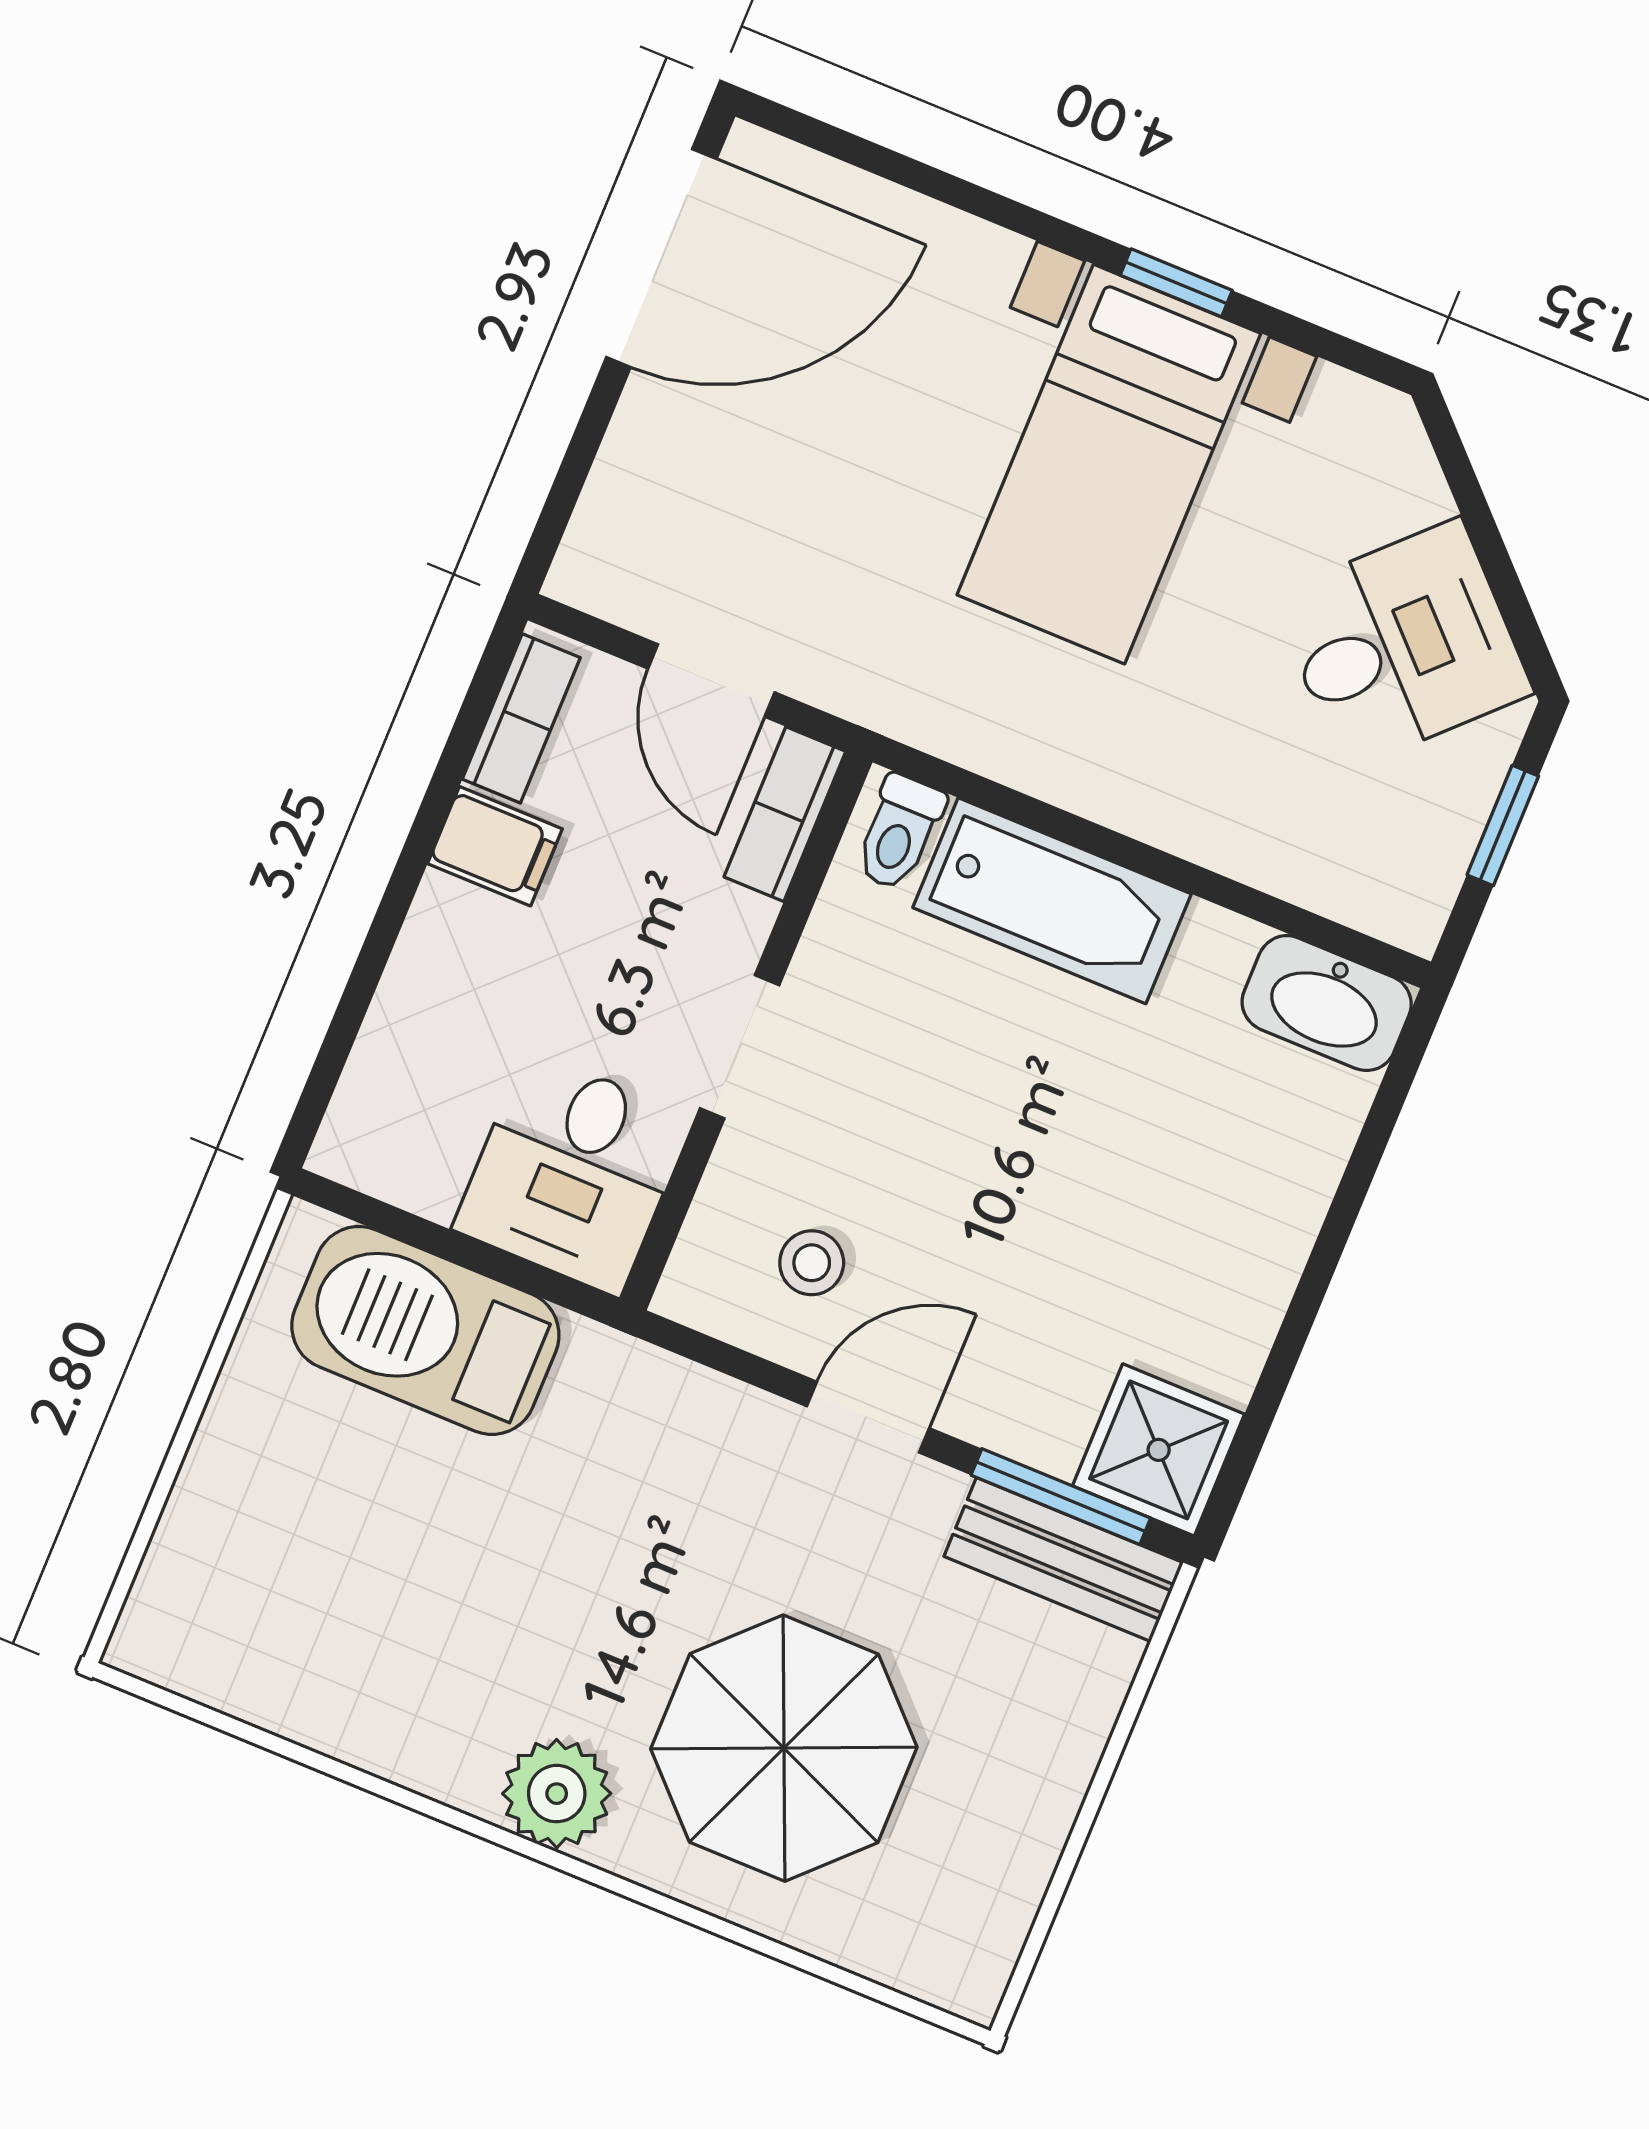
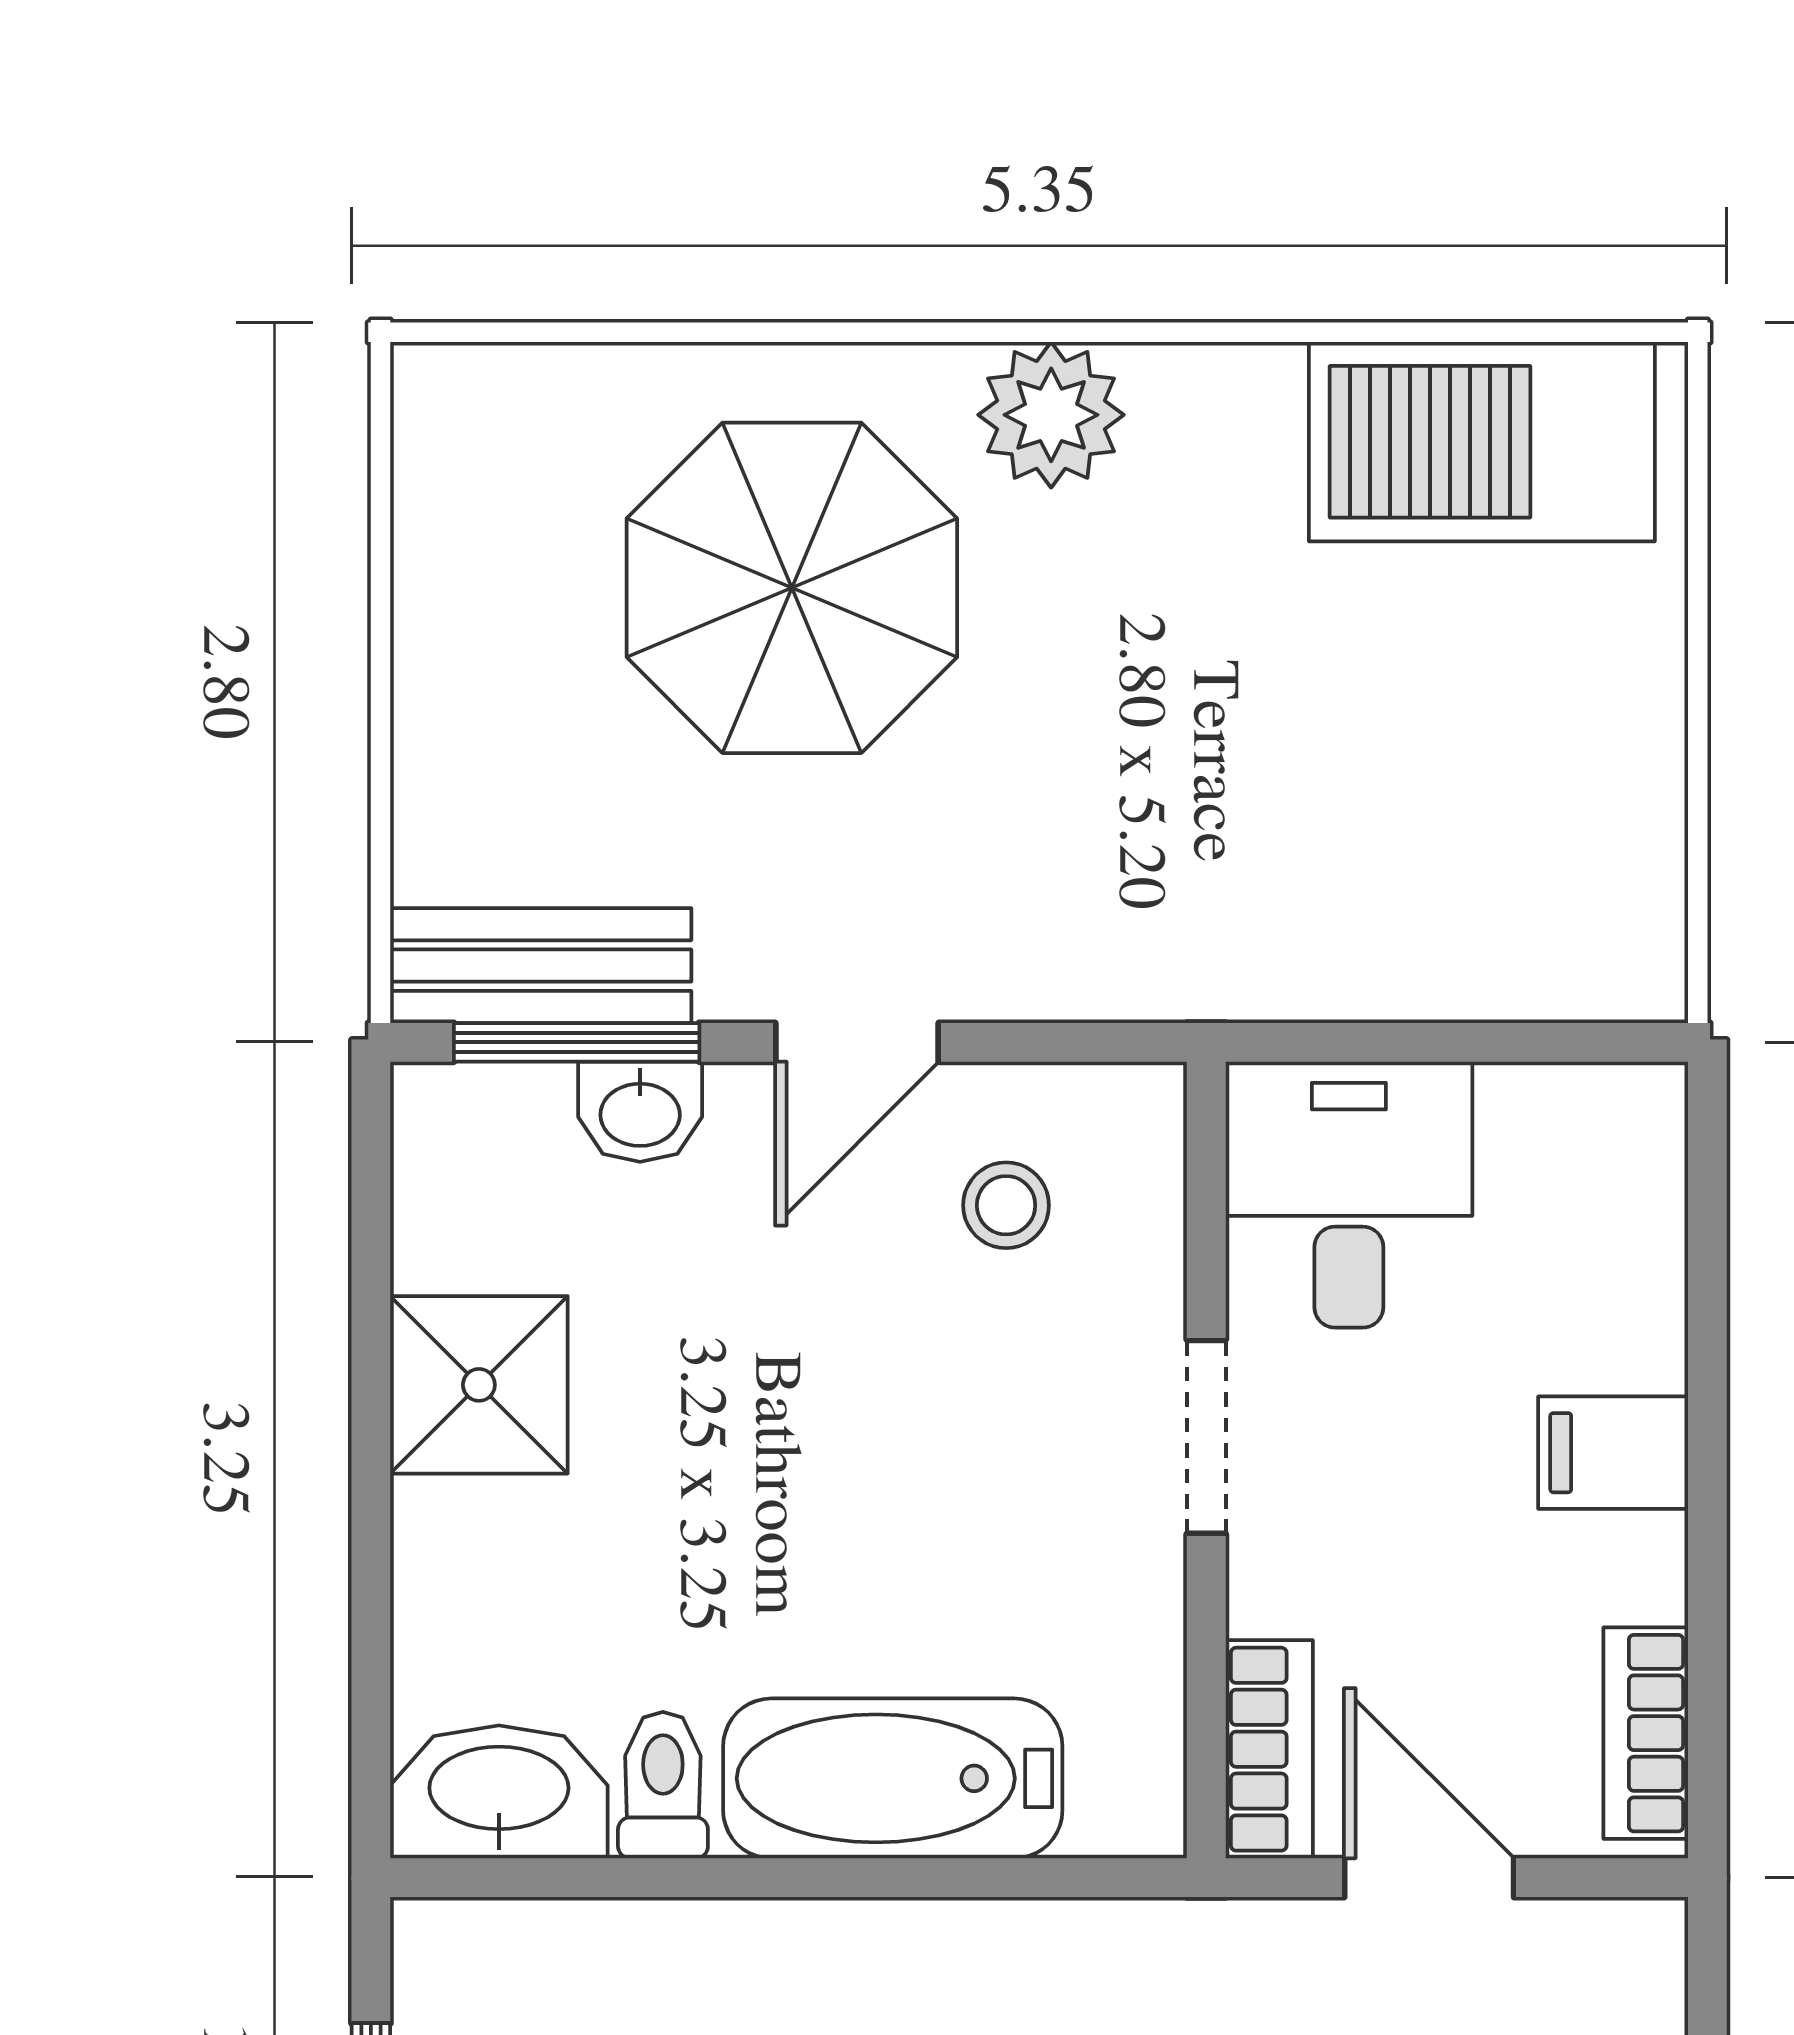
toilet: (899, 832) -> (663, 1785), moved
filing cabinet: (495, 846) -> (1613, 1453), moved
barbecue: (425, 1330) -> (1482, 442), moved, turned 180
washbasin: (1037, 1431) -> (640, 1112), added
shower: (1159, 1450) -> (479, 1385), moved

